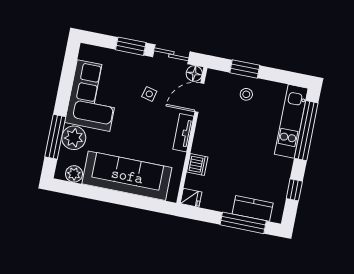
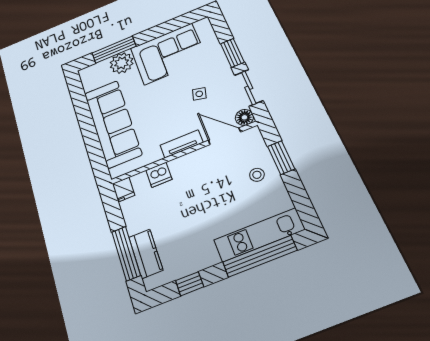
plant: (74, 174) -> (90, 83), removed

